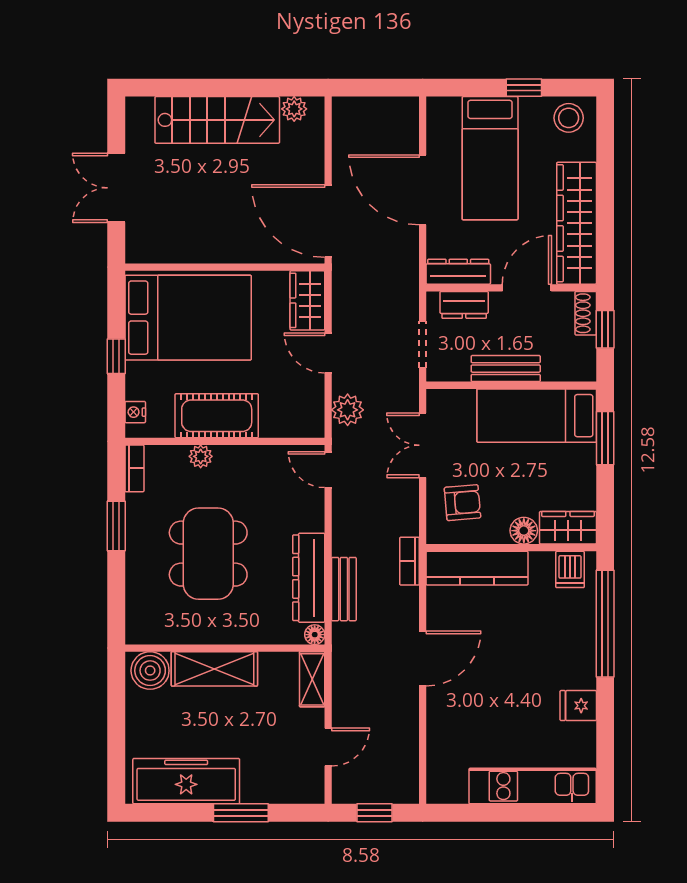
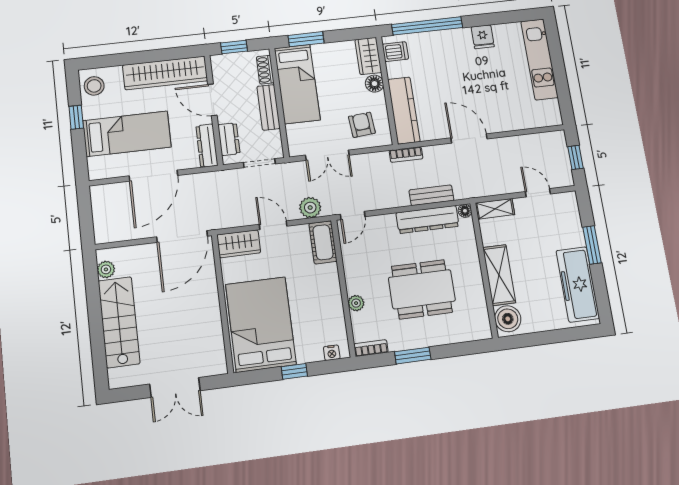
shoe rack: (586, 313) -> (265, 70), moved, turned 90
door: (328, 353) -> (273, 225), swing flipped
cot: (217, 416) -> (323, 242), moved, width x0.73, depth x0.75

